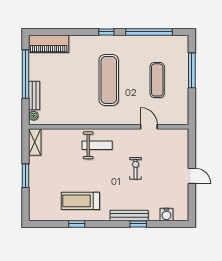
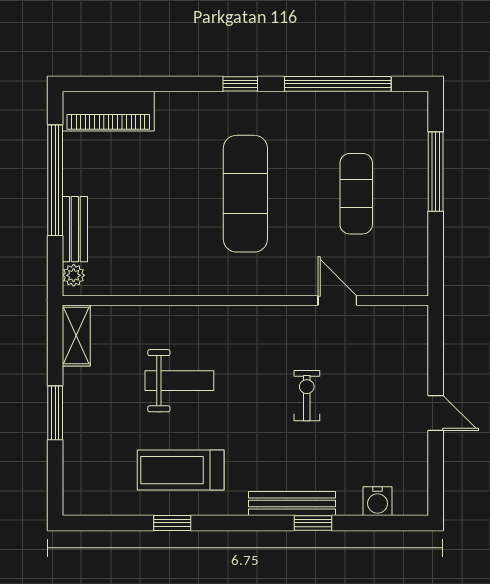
weight bench: (97, 145) -> (179, 381), moved

